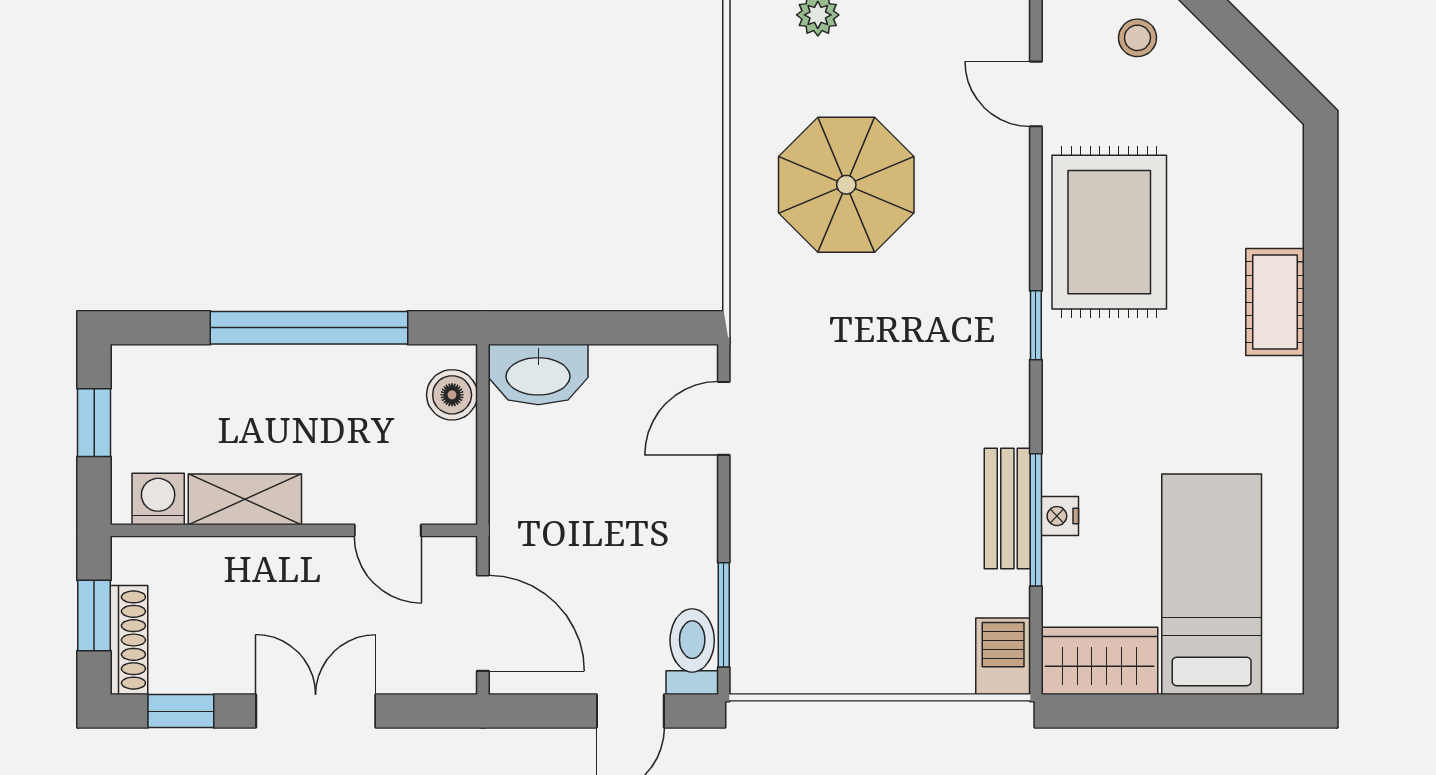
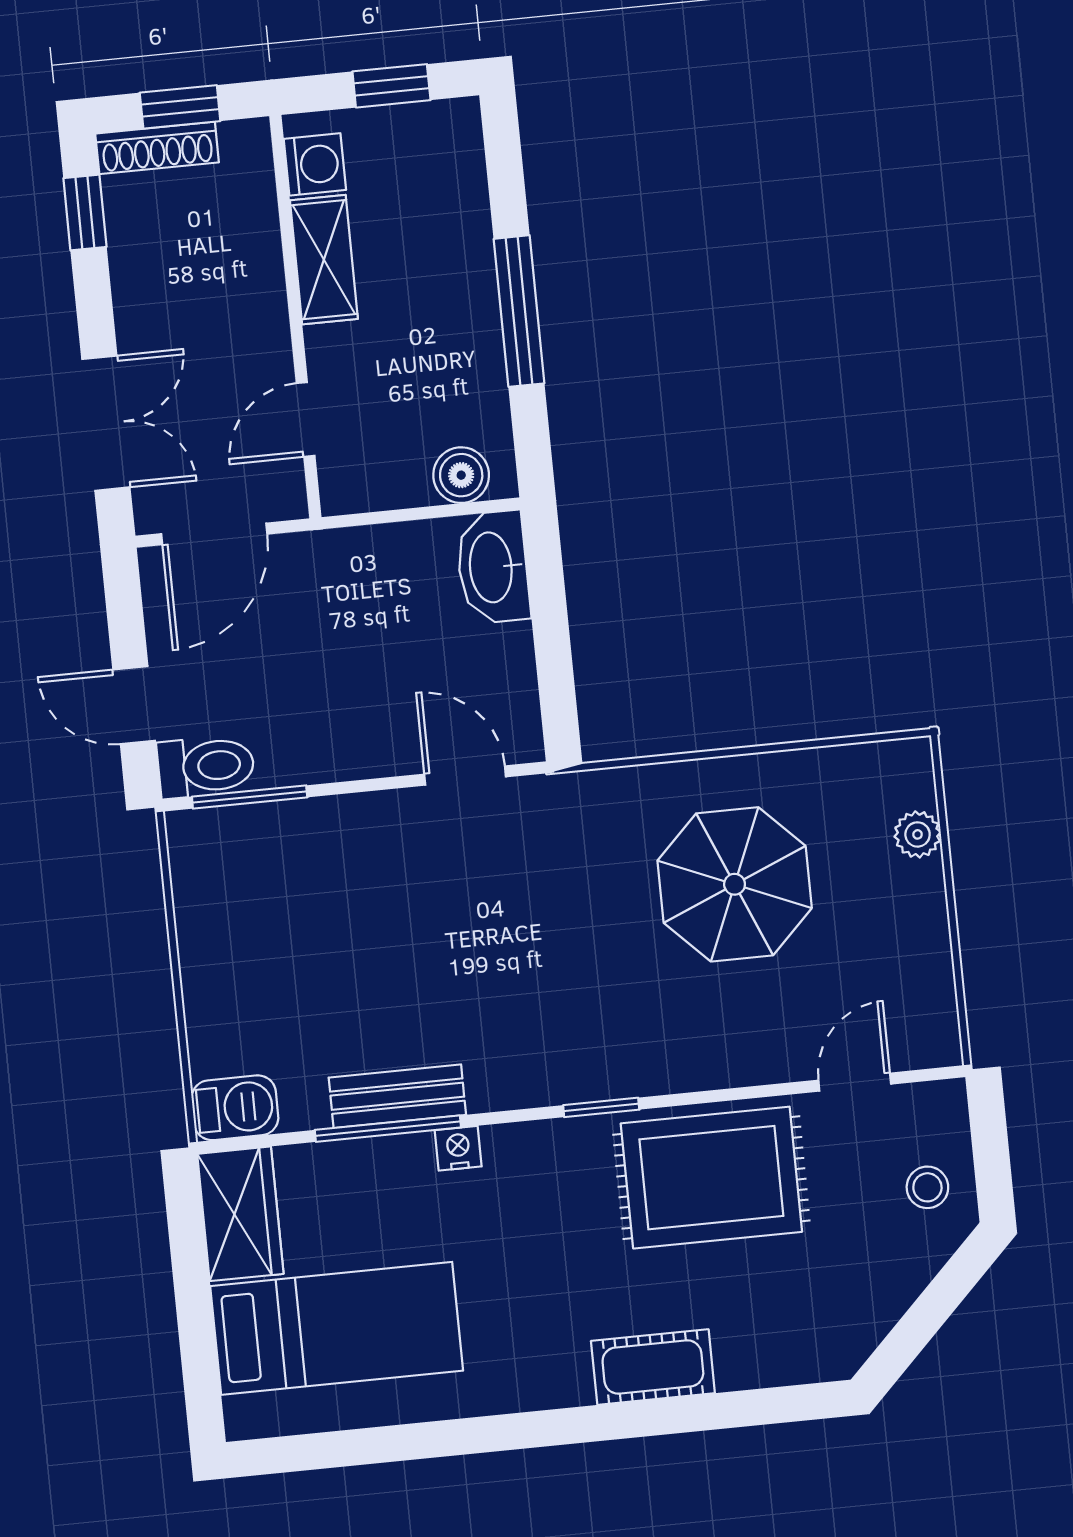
window: (309, 328) -> (519, 311), width x0.68
nightstand: (1060, 516) -> (458, 1148), moved
double door: (316, 711) -> (106, 423), moved

